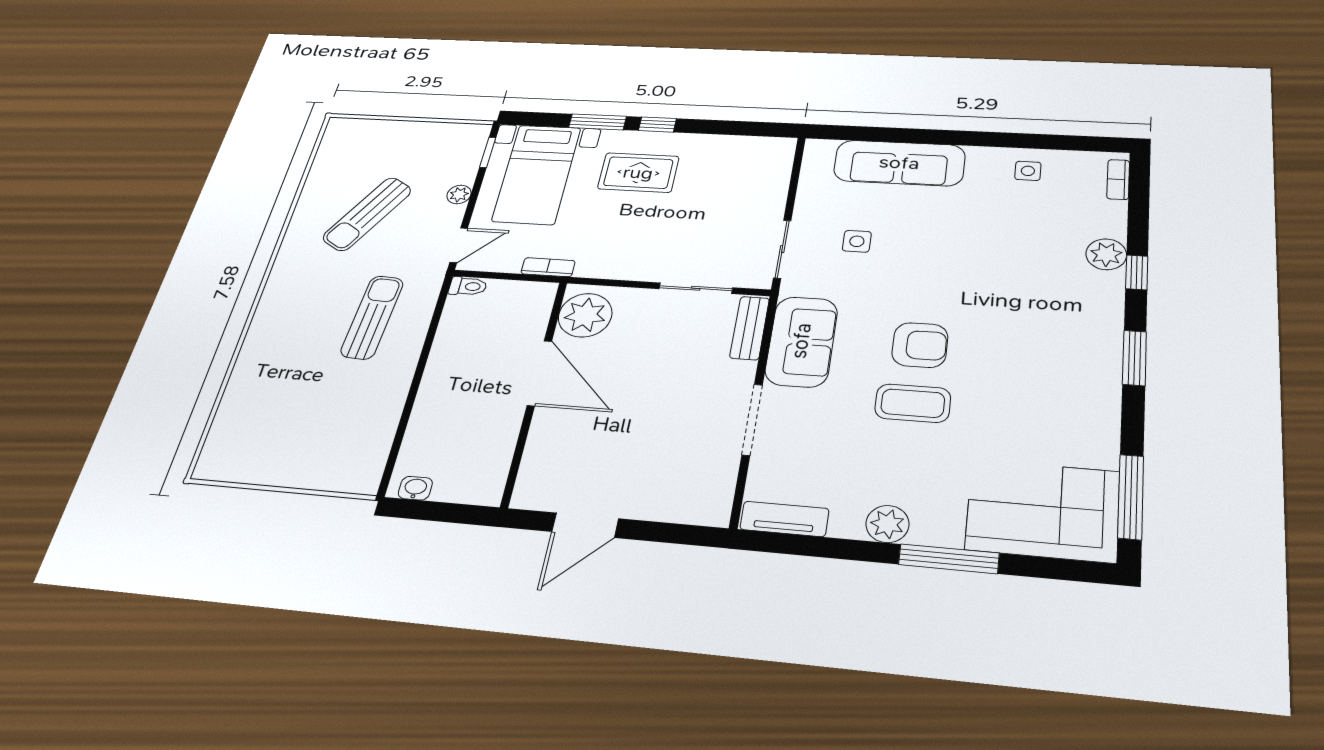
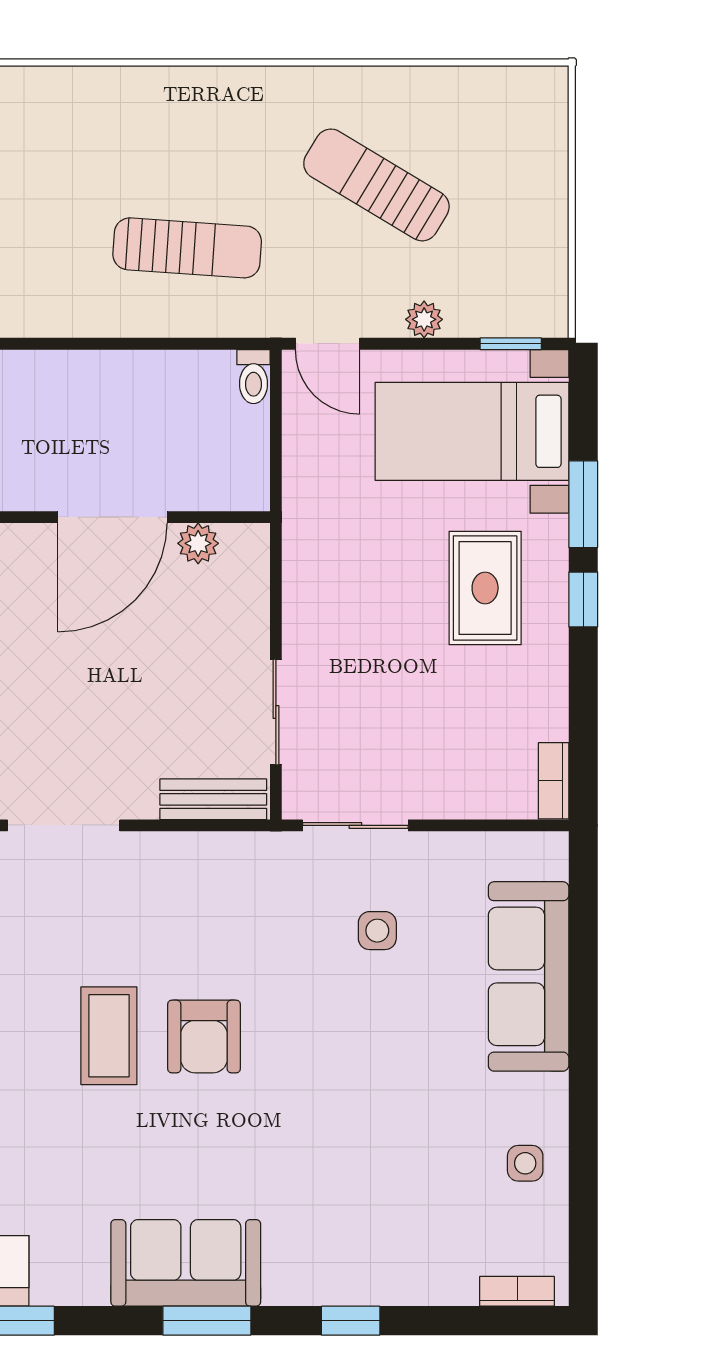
plant: (1106, 254) -> (379, 1279), removed
bookcase: (548, 267) -> (554, 781), moved, turned 180
plant: (585, 315) -> (198, 543), width x0.53, depth x0.53
sofa: (801, 341) -> (186, 1263), moved, turned 180

